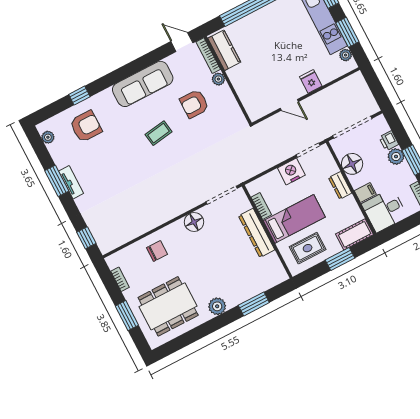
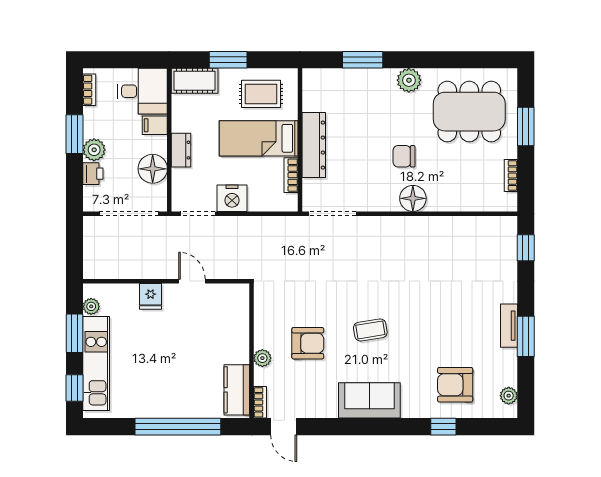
bookcase: (208, 56) -> (260, 402), width x0.64
sofa: (143, 84) -> (369, 400), width x0.73
floor lamp: (194, 222) -> (413, 198), moved
chair: (157, 251) -> (404, 156), moved

